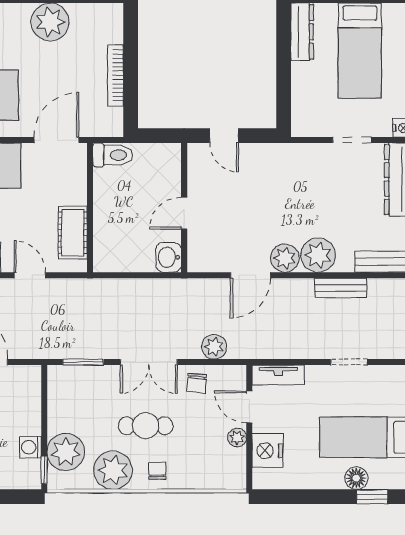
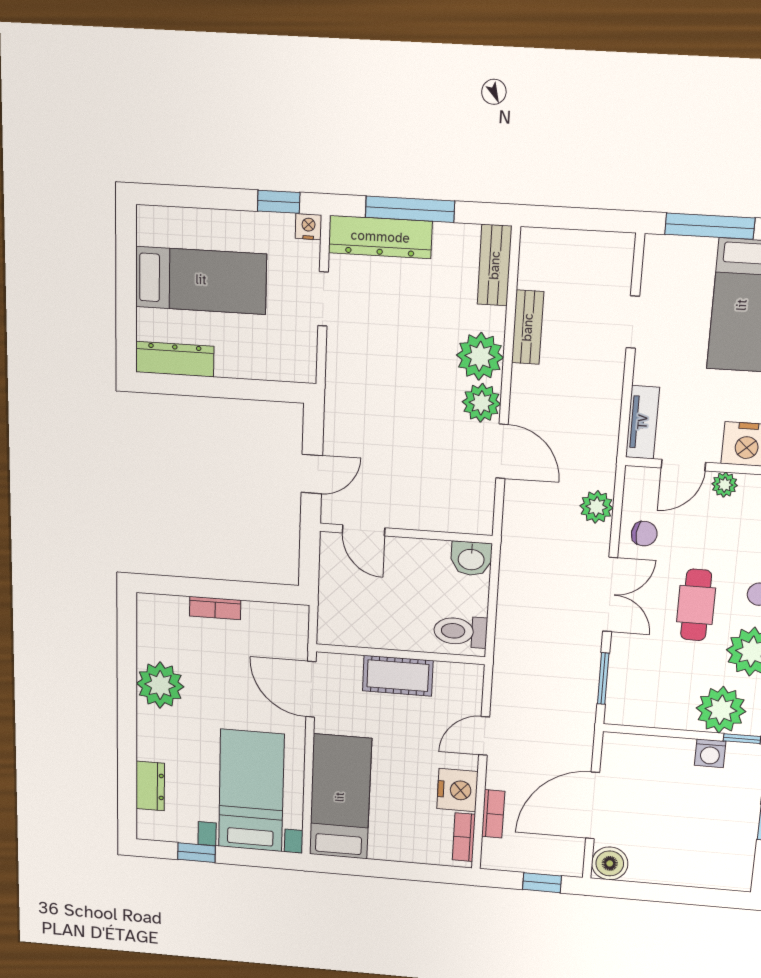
bookcase: (115, 75) -> (215, 608), width x0.64
toilet: (113, 155) -> (460, 631), moved, turned -90
door: (184, 213) -> (364, 530), moved
cot: (73, 233) -> (398, 676), moved

